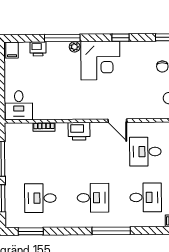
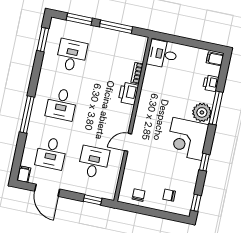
plant: (75, 47) -> (202, 112), width x1.88, depth x1.88
printer: (79, 131) -> (128, 93), moved

